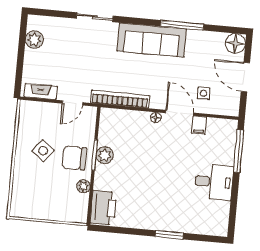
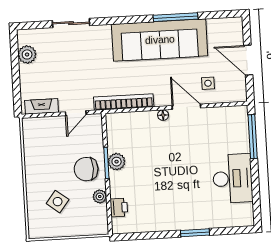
sliding door: (95, 17) -> (71, 23), moved
sofa: (152, 40) -> (160, 40), width x1.36, depth x1.27
floor lamp: (235, 43) -> (233, 27), removed
filing cabinet: (199, 125) -> (208, 116), removed
side table: (43, 151) -> (58, 202), moved
desk: (214, 182) -> (233, 179), width x1.37
printer: (103, 208) -> (119, 208), width x0.53, depth x0.68

